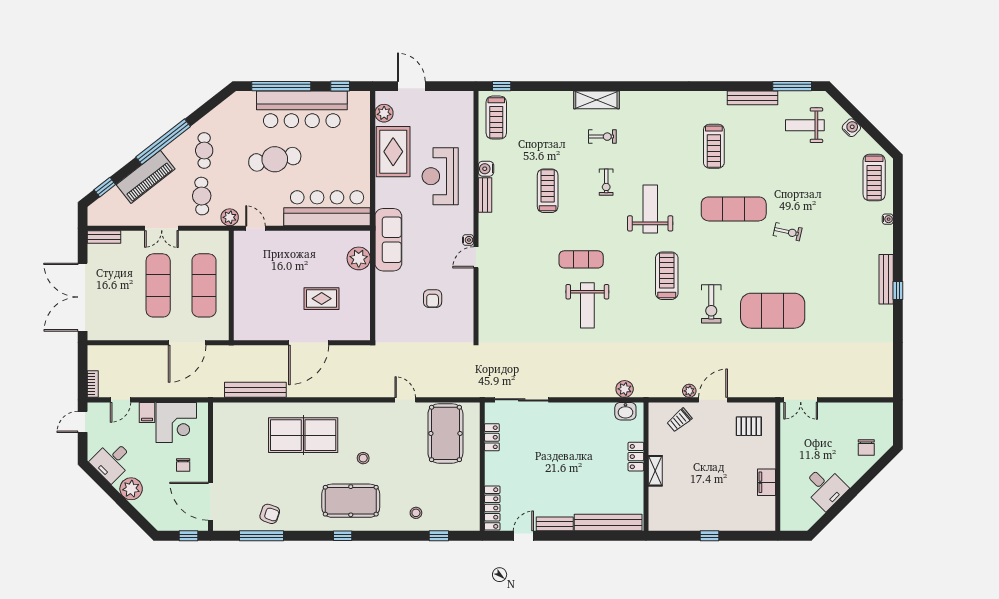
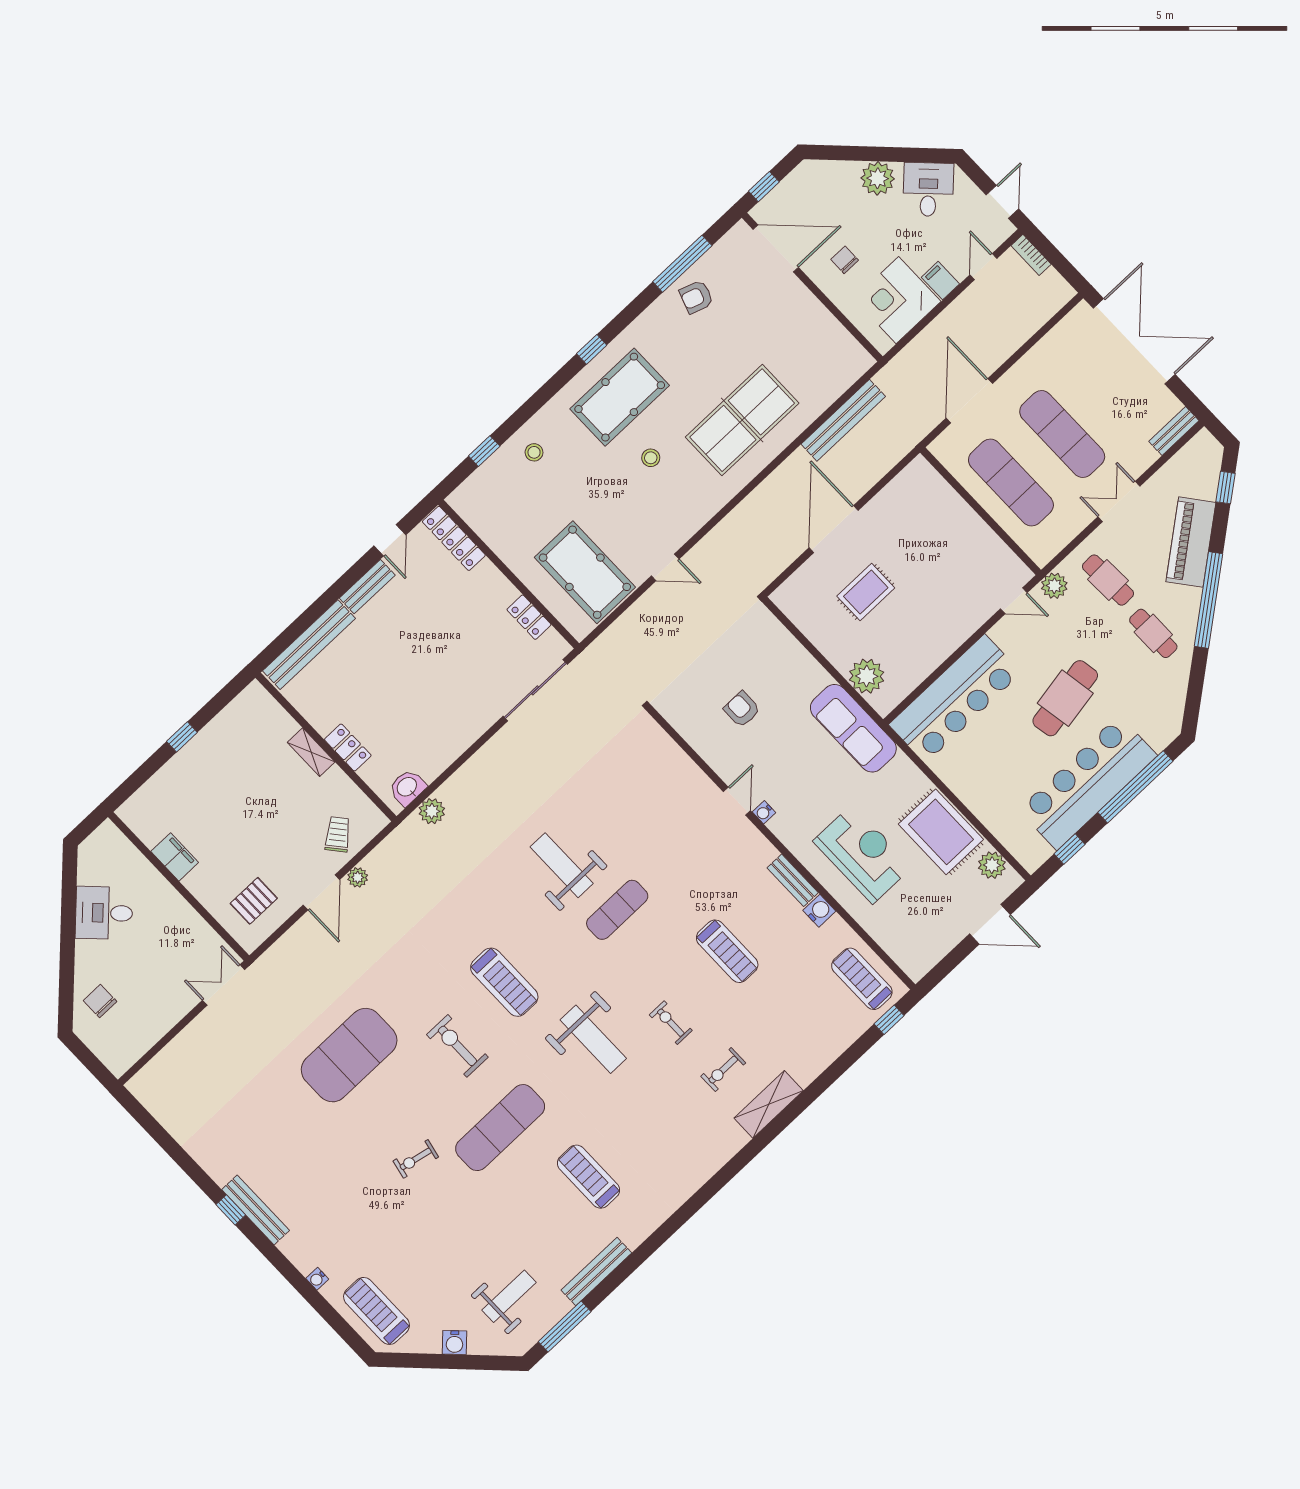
exercise bike: (711, 304) -> (457, 1046), moved

